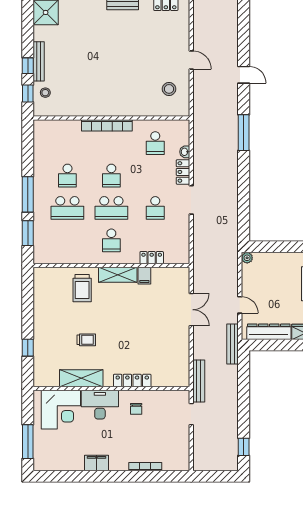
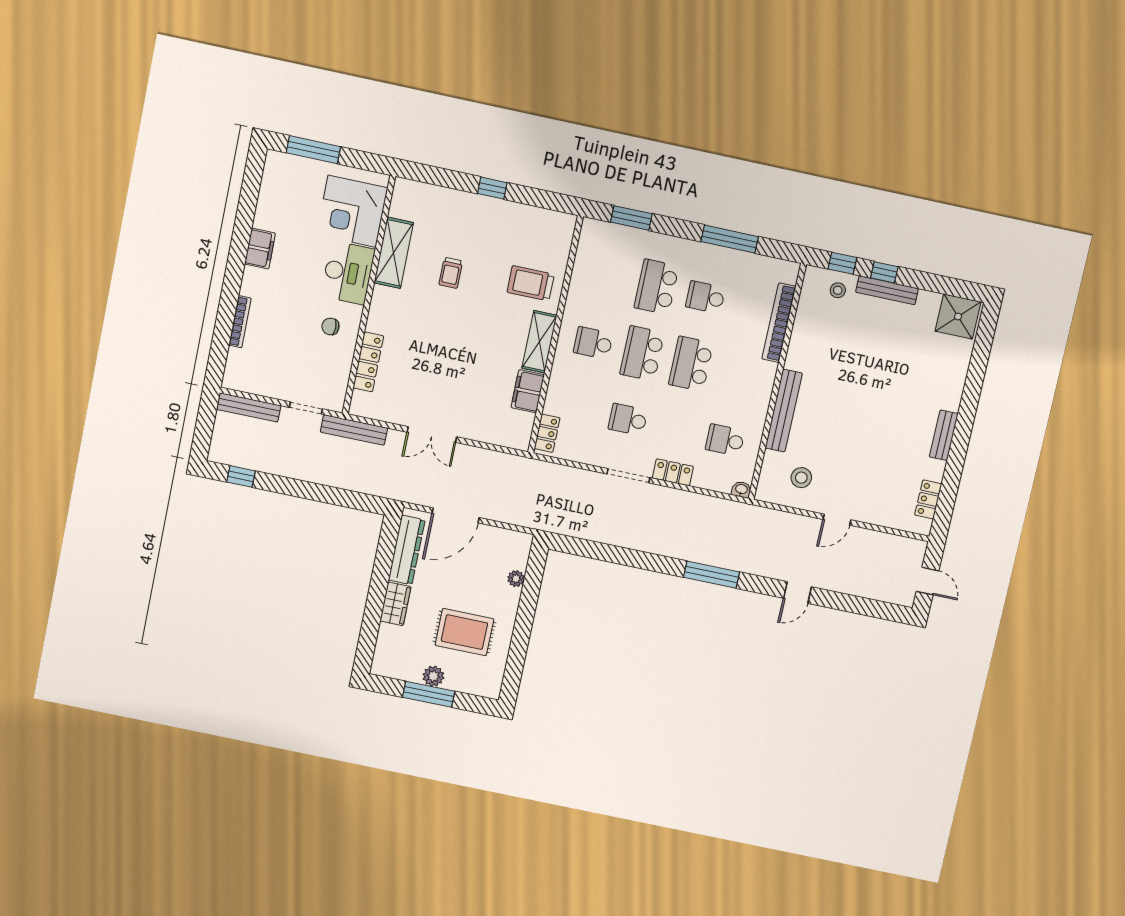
bench: (129, 110) -> (784, 411), added
bookcase: (107, 125) -> (779, 323), moved
washbasin: (185, 152) -> (741, 489), moved
school desk: (111, 176) -> (691, 364), width x1.85
window: (28, 194) -> (730, 239), moved
locker: (152, 258) -> (547, 433), moved
plant: (247, 258) -> (516, 579), moved
filing cabinet: (144, 276) -> (528, 391), width x2.00
door: (240, 305) -> (456, 515), width x1.87
double door: (191, 310) -> (432, 435), moved
bench: (233, 344) -> (249, 407), moved
window: (28, 348) -> (492, 188), moved
locker: (132, 380) -> (368, 362), moved

